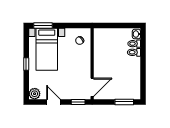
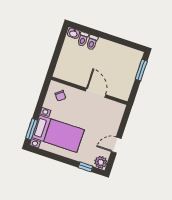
window: (26, 64) -> (86, 167), moved
door: (92, 87) -> (96, 93), moved
window: (78, 102) -> (125, 119), removed

